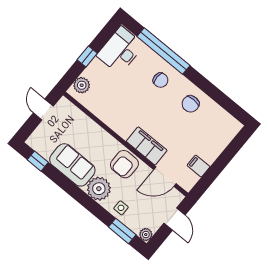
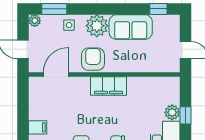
plant: (82, 85) -> (172, 112), moved
filing cabinet: (147, 146) -> (108, 86), moved
filing cabinet: (198, 166) -> (38, 127), moved

